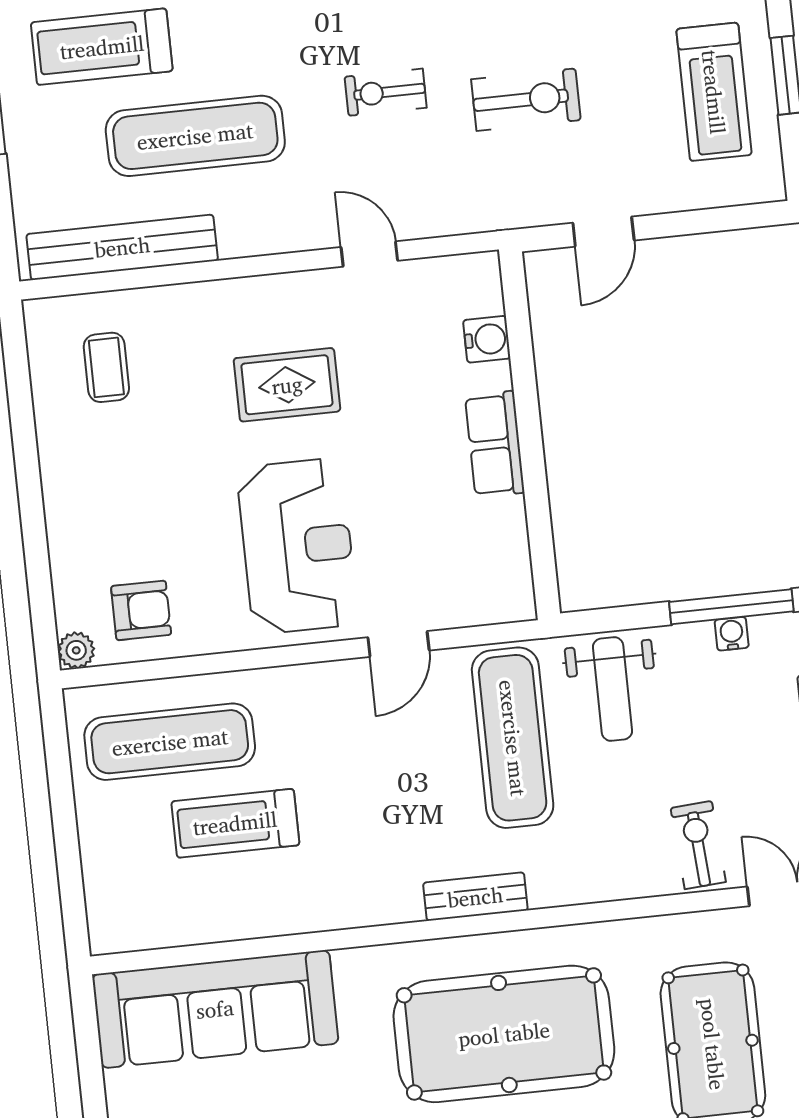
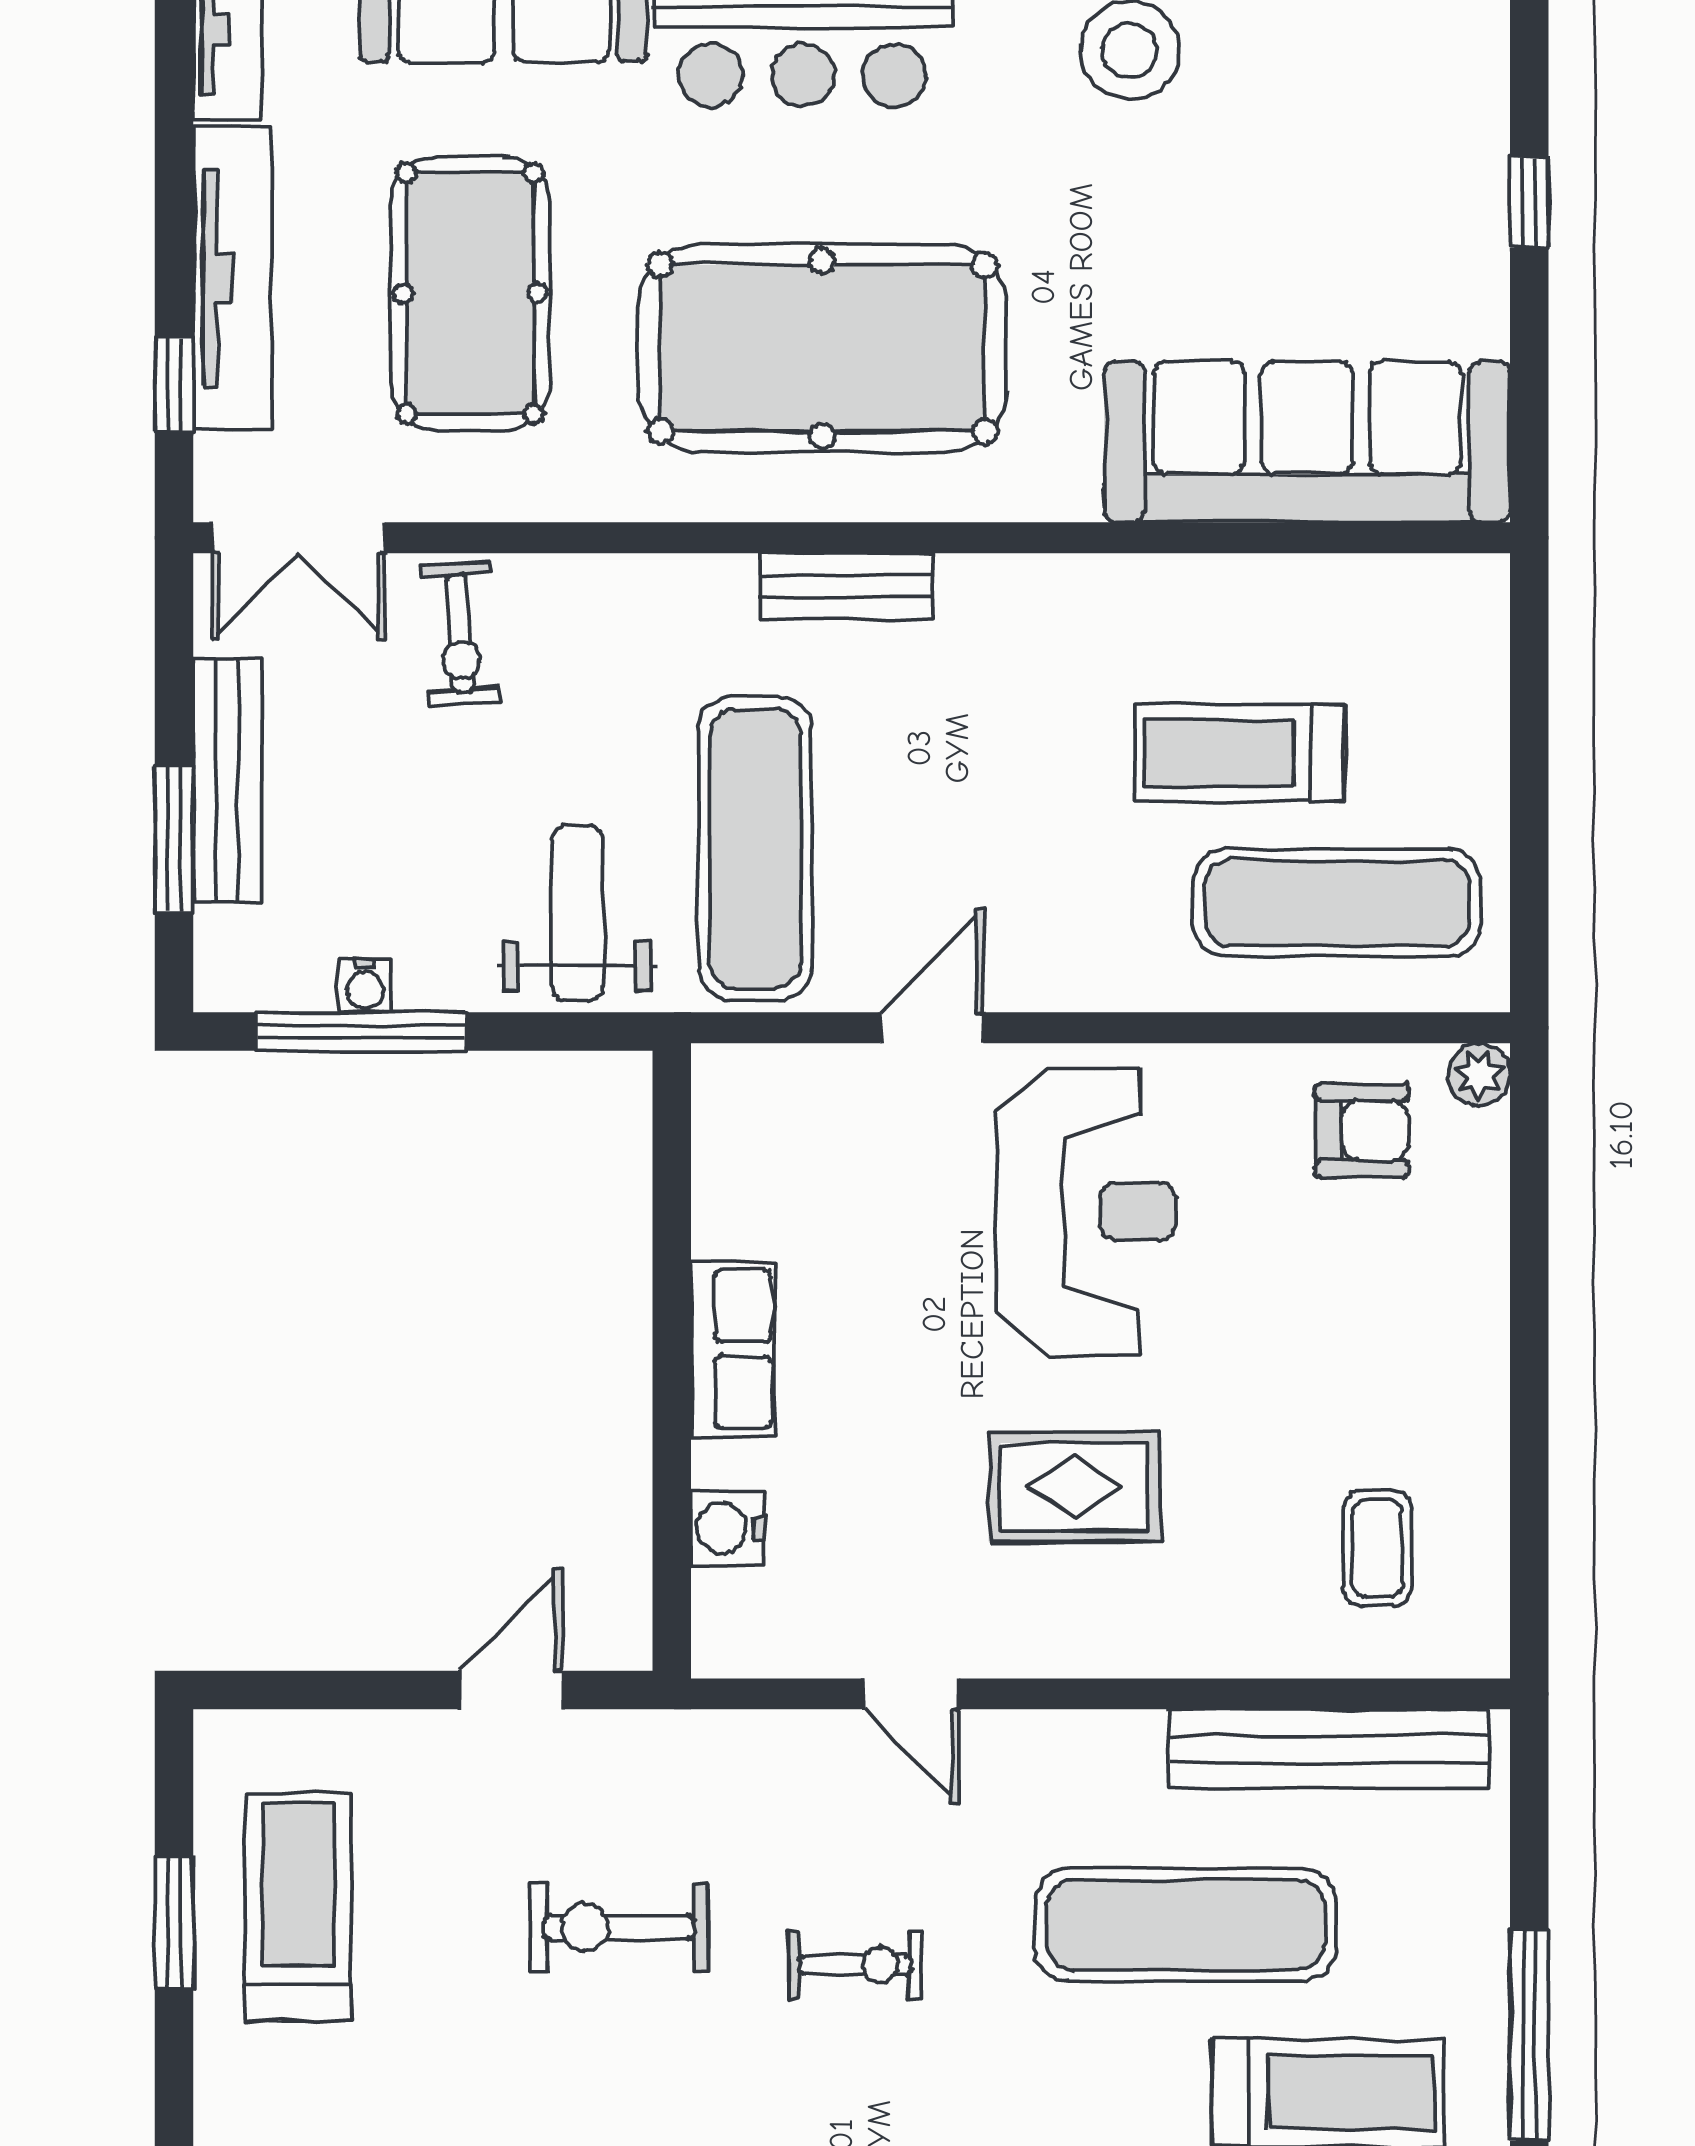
reception desk: (297, 546) -> (1086, 1212), turned 180
armchair: (141, 610) -> (1362, 1130), turned 180
treadmill: (235, 823) -> (1240, 753), turned 180

